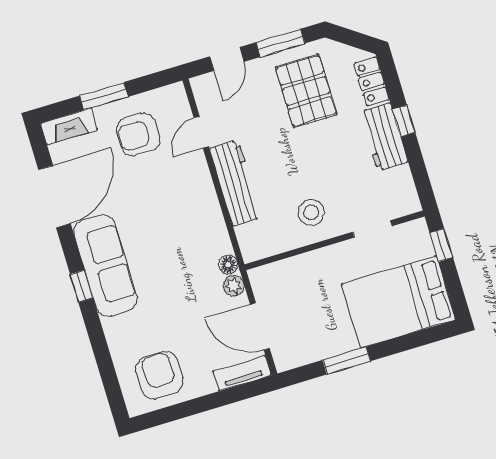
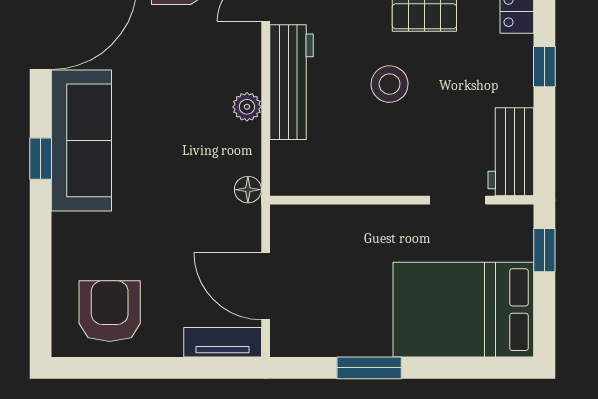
workbench: (384, 137) -> (511, 152), moved
stool: (311, 212) -> (390, 84), moved
plant: (234, 286) -> (247, 107), moved

